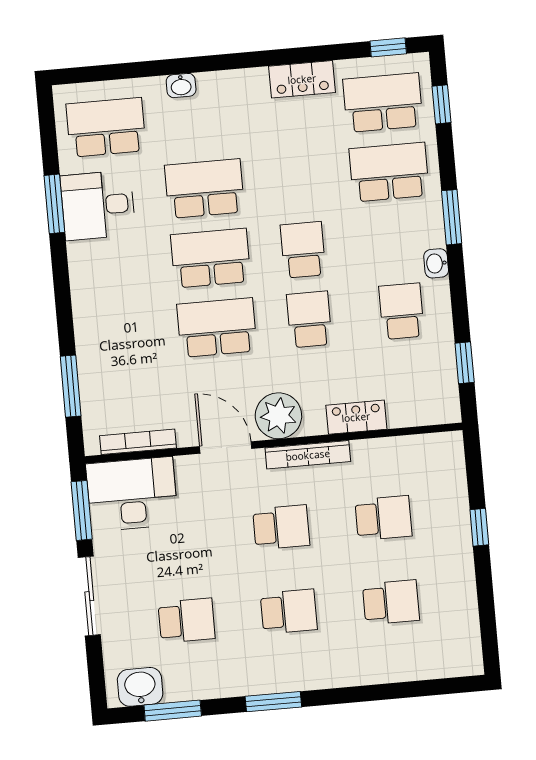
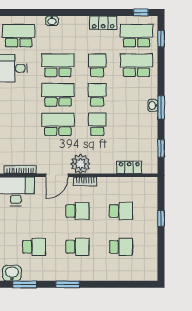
window: (452, 217) -> (161, 107), moved
school desk: (401, 311) -> (97, 65), moved
locker: (356, 417) -> (129, 167), moved
door: (226, 447) -> (57, 175), swing flipped
bookcase: (308, 455) -> (85, 181), width x0.64

